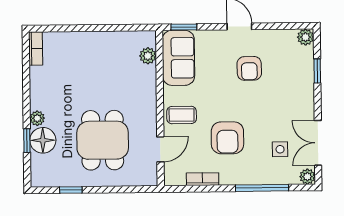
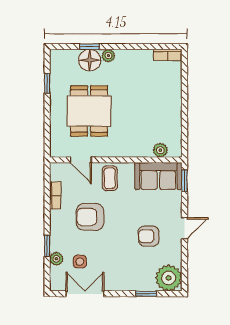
plant: (305, 37) -> (169, 278), width x1.88, depth x1.88
dining table: (103, 140) -> (89, 111), turned 90
plant: (307, 177) -> (56, 259), moved
window: (262, 188) -> (47, 246), width x0.46

